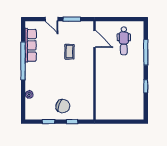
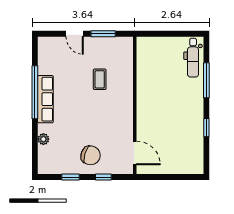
door: (94, 39) -> (135, 153), moved
dental chair: (124, 41) -> (193, 58), moved
row of seats: (31, 45) -> (45, 99), moved

